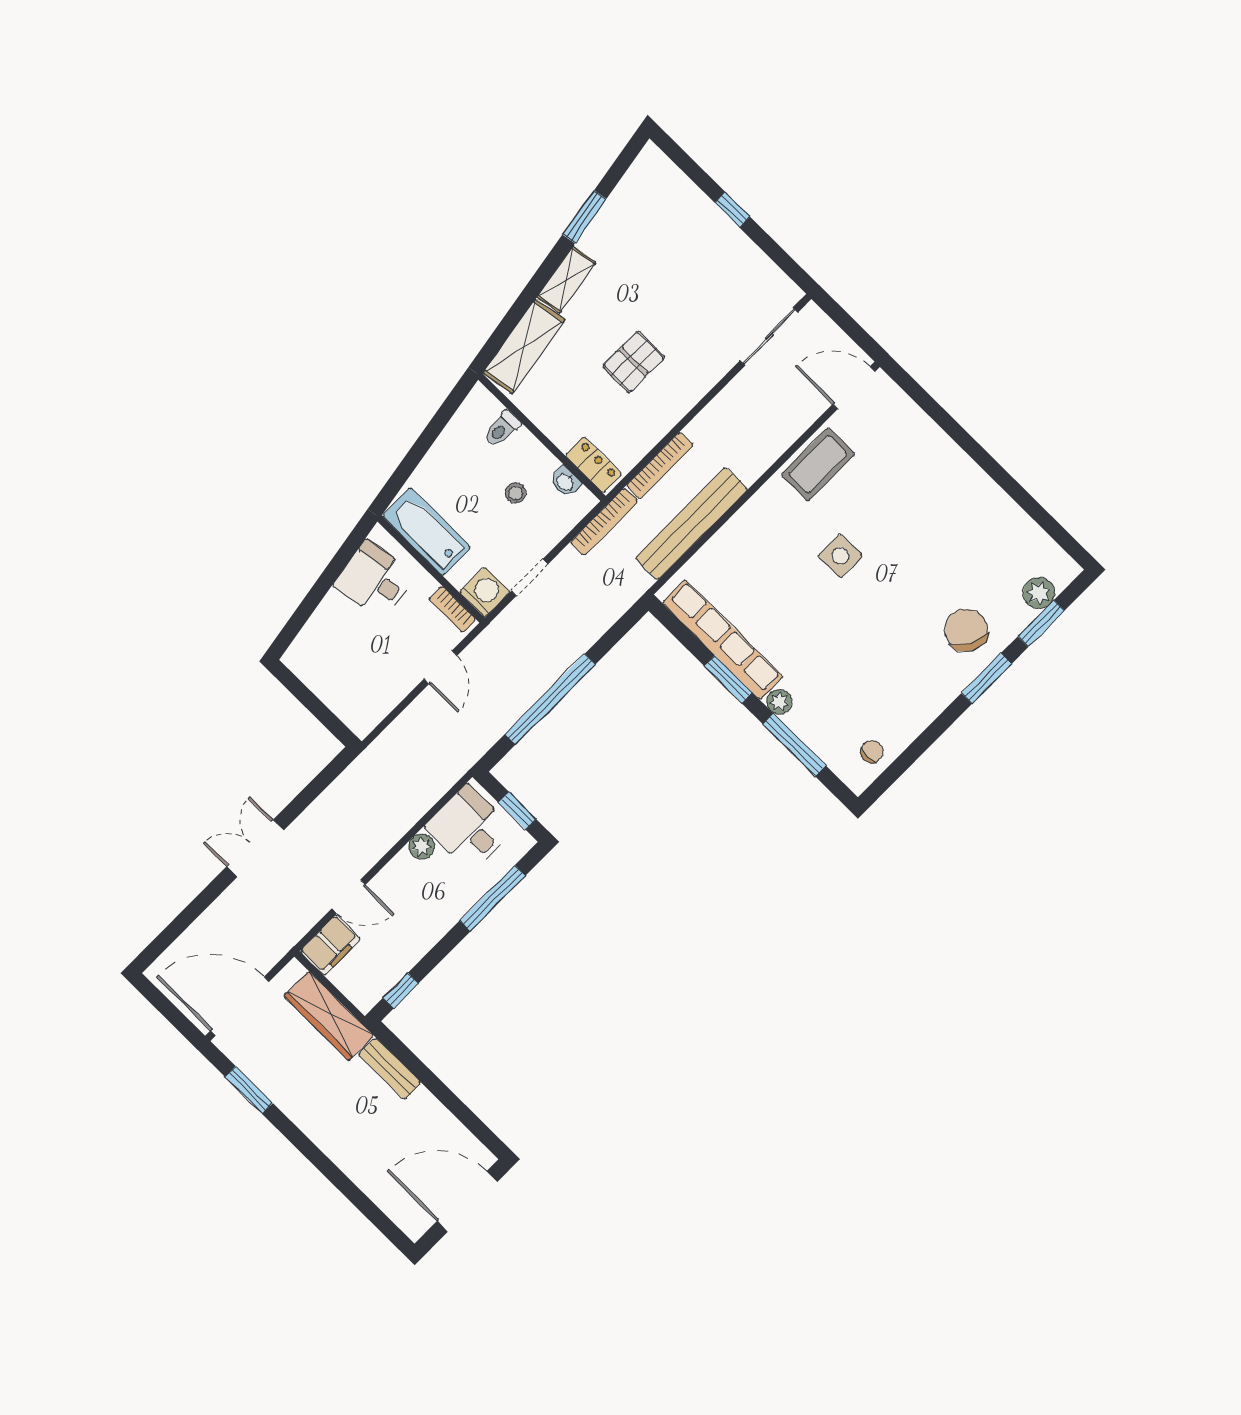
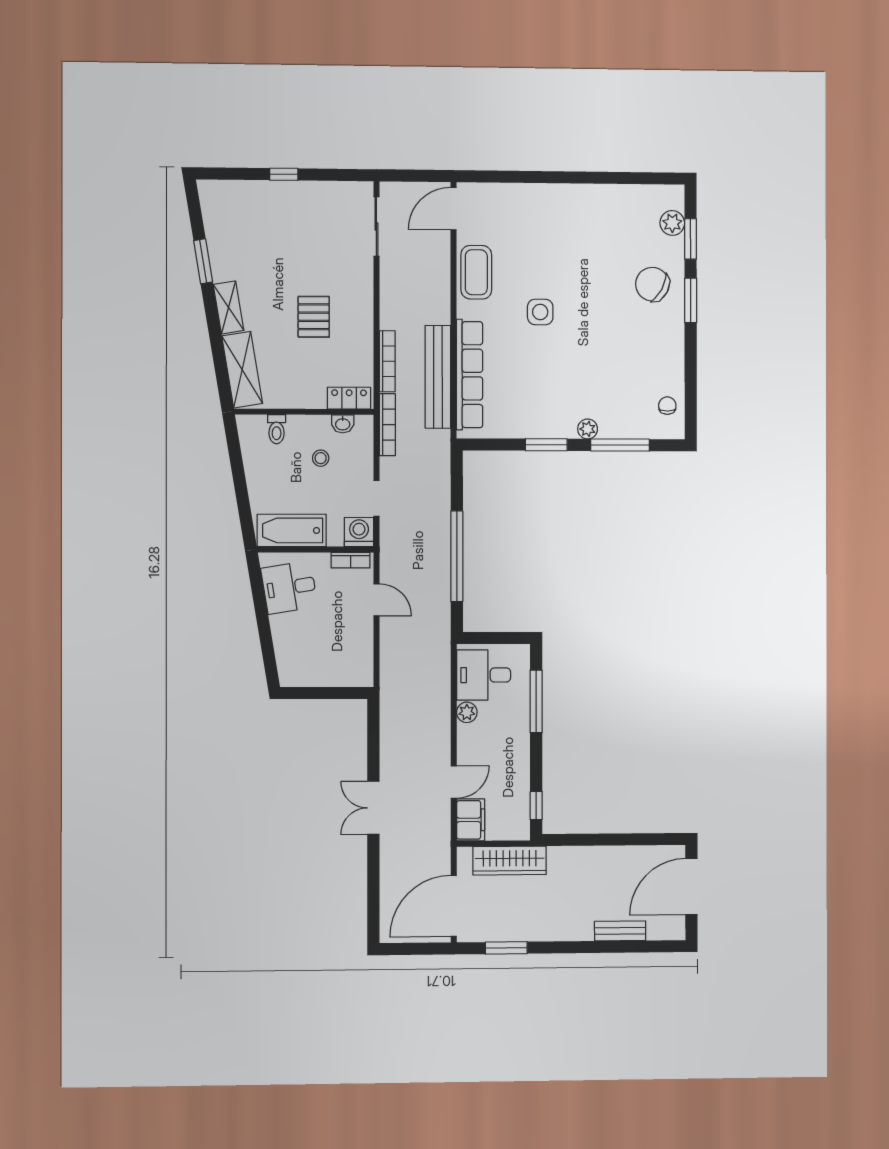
row of seats: (722, 640) -> (470, 375), moved, turned 90
window: (517, 811) -> (501, 638), removed
bench: (390, 1069) -> (620, 931), moved

